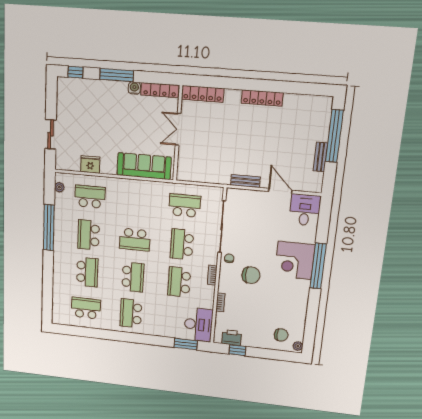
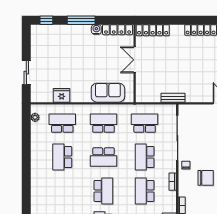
sofa: (144, 166) -> (108, 93), width x0.73
bench: (245, 181) -> (173, 98), moved
window: (49, 228) -> (26, 154), removed
school desk: (87, 272) -> (103, 123), moved, turned -90

